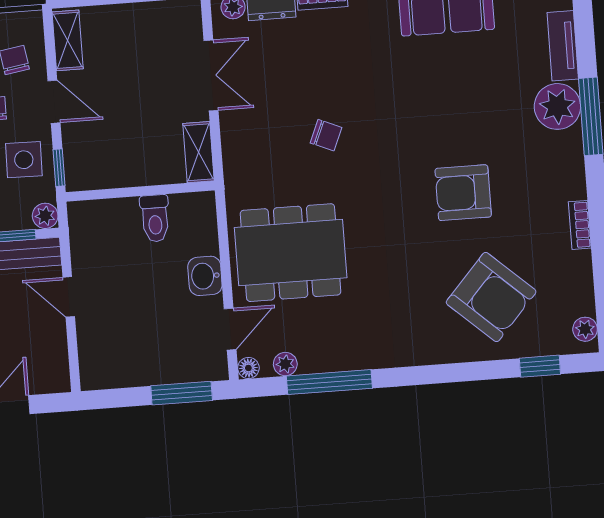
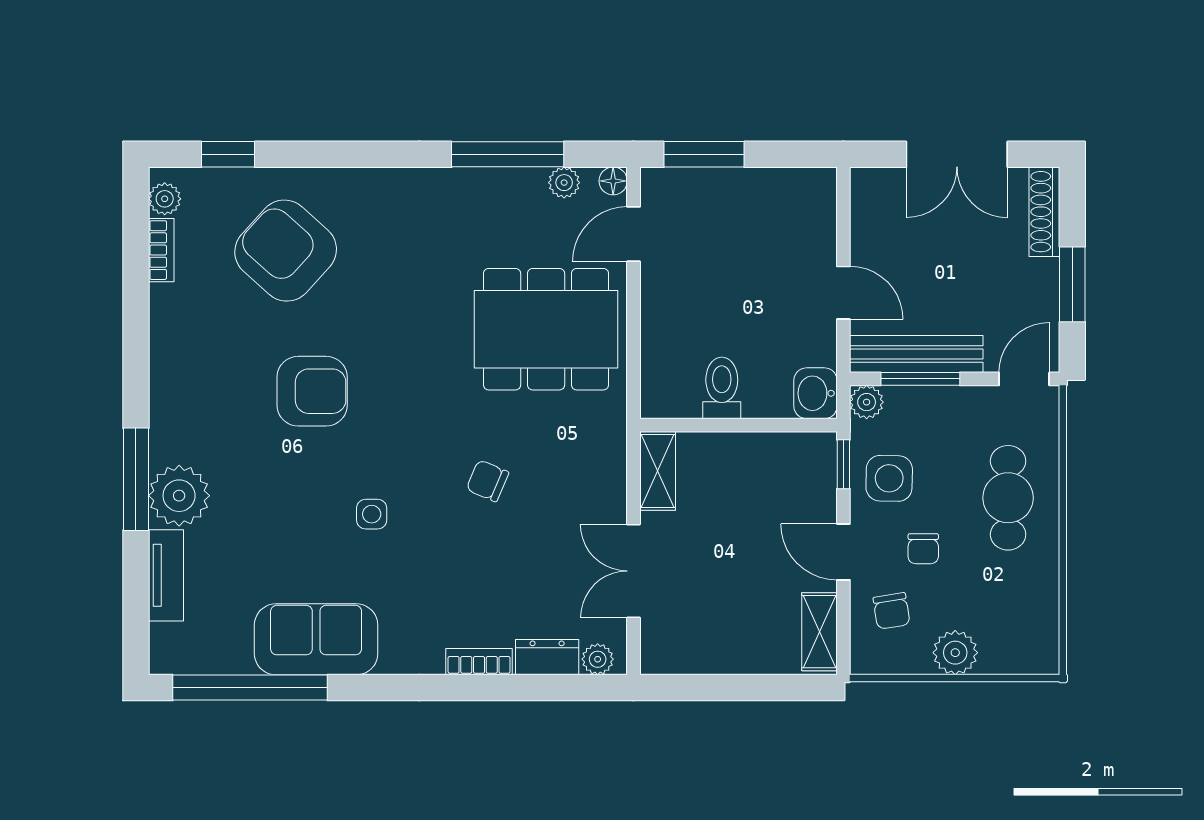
side table: (411, 103) -> (372, 514), added
bookcase: (580, 225) -> (161, 250), moved
washbasin: (205, 276) -> (815, 393), moved, turned 180

